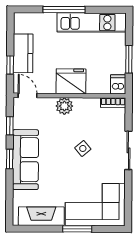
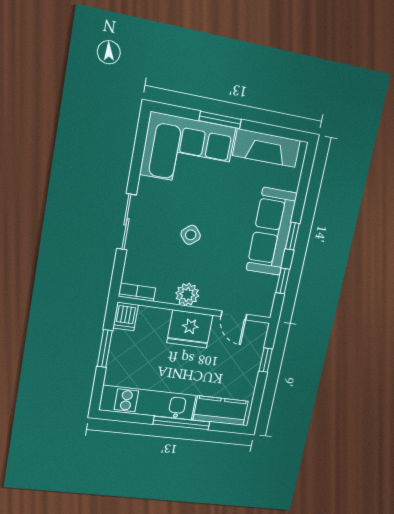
kitchen counter: (23, 53) -> (221, 411), moved, turned 90
door: (27, 95) -> (234, 315), moved
plant: (64, 106) -> (187, 294), moved

